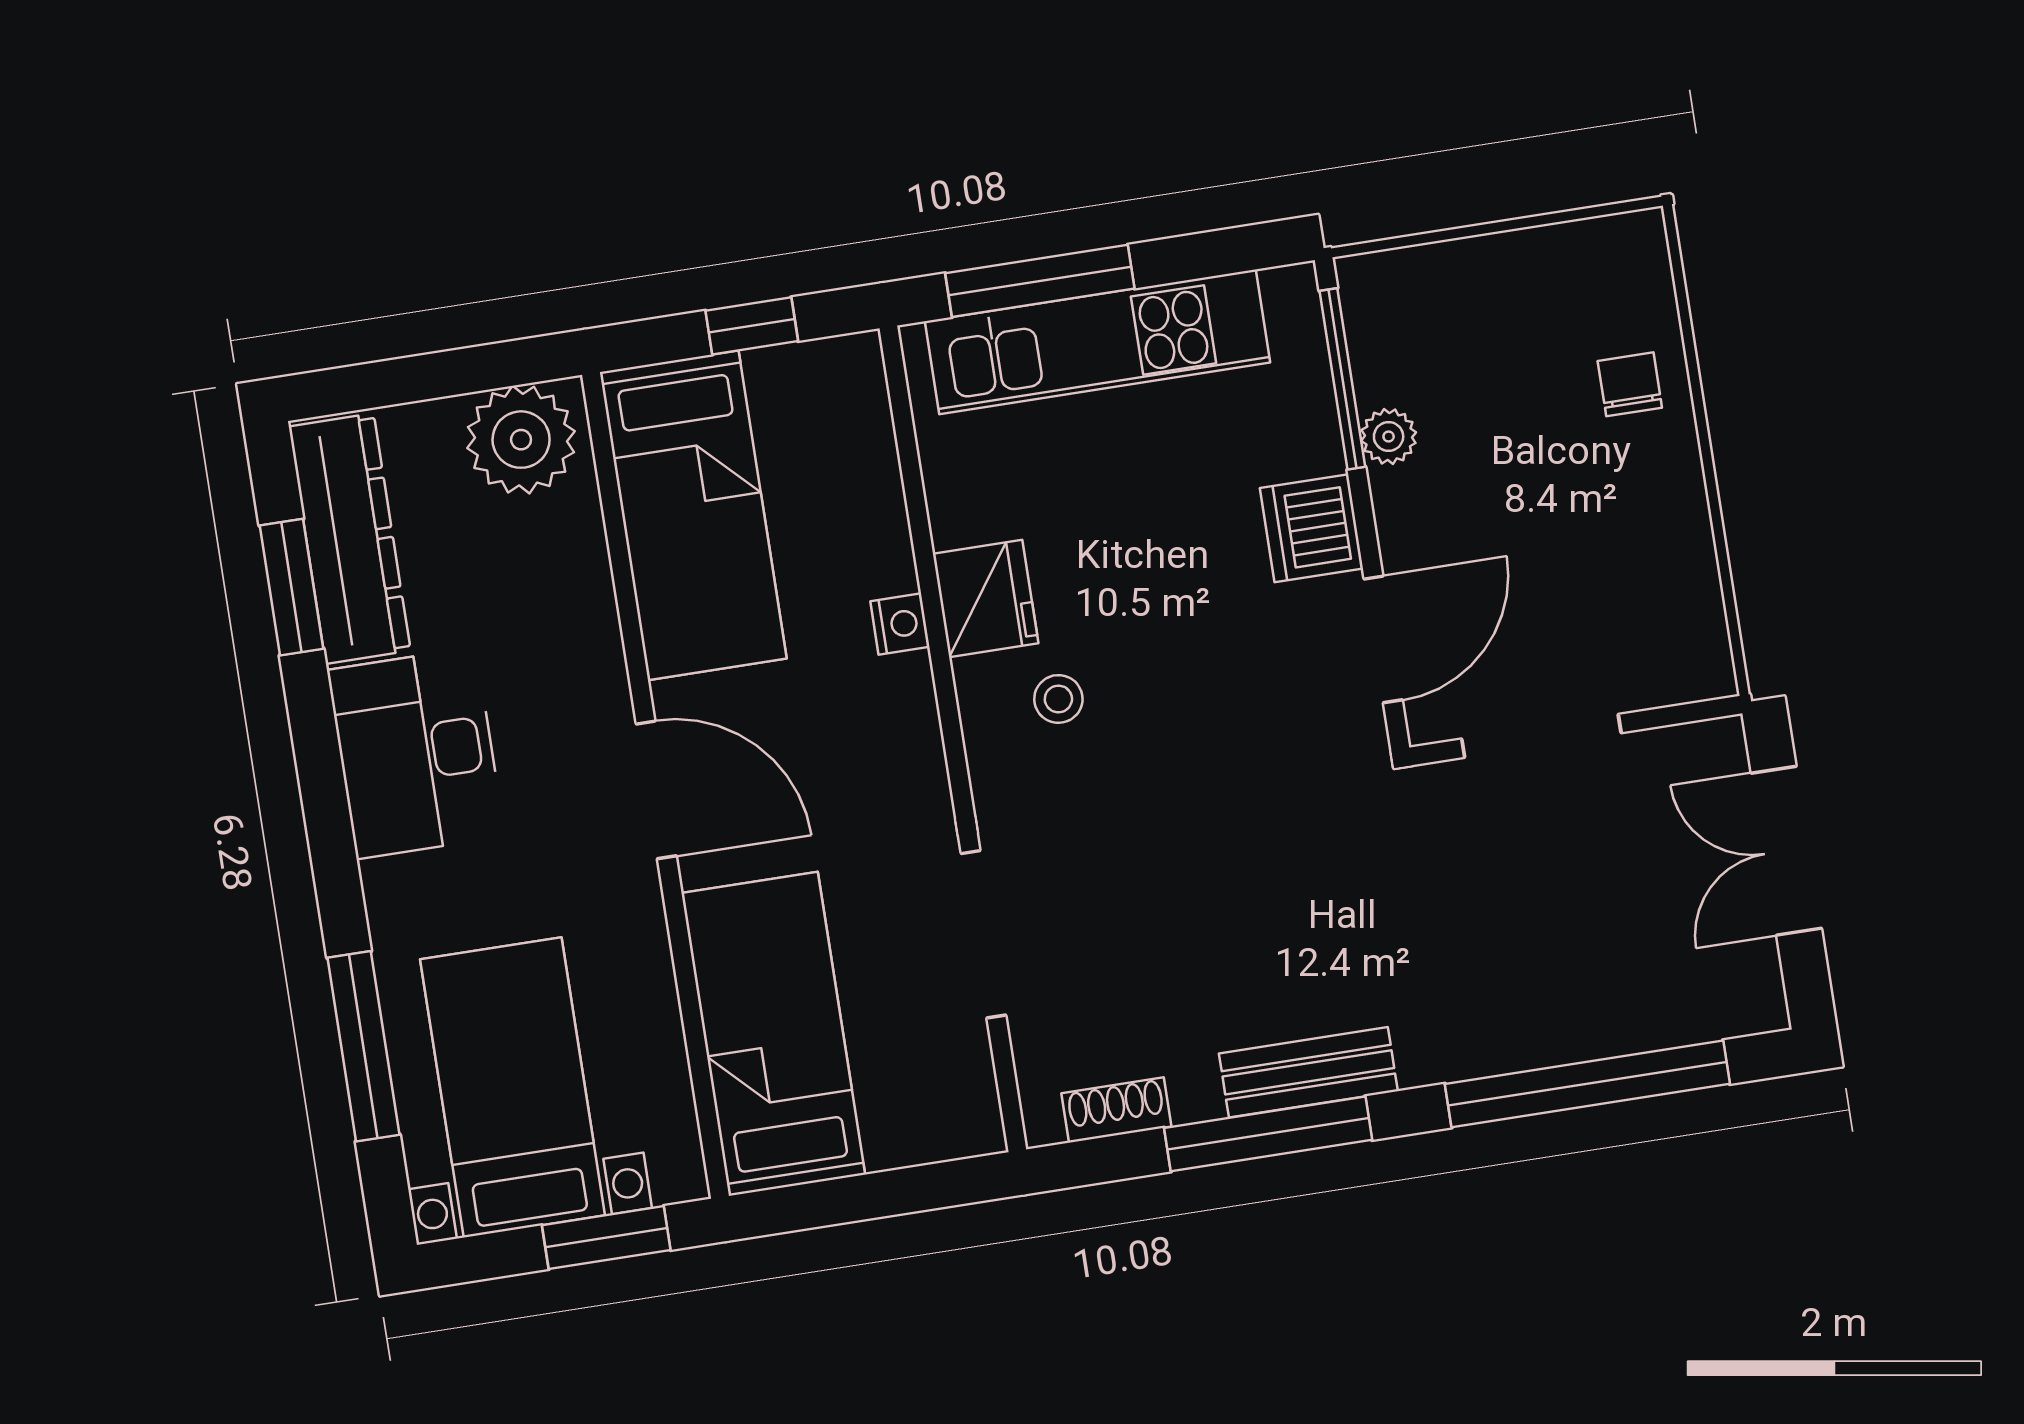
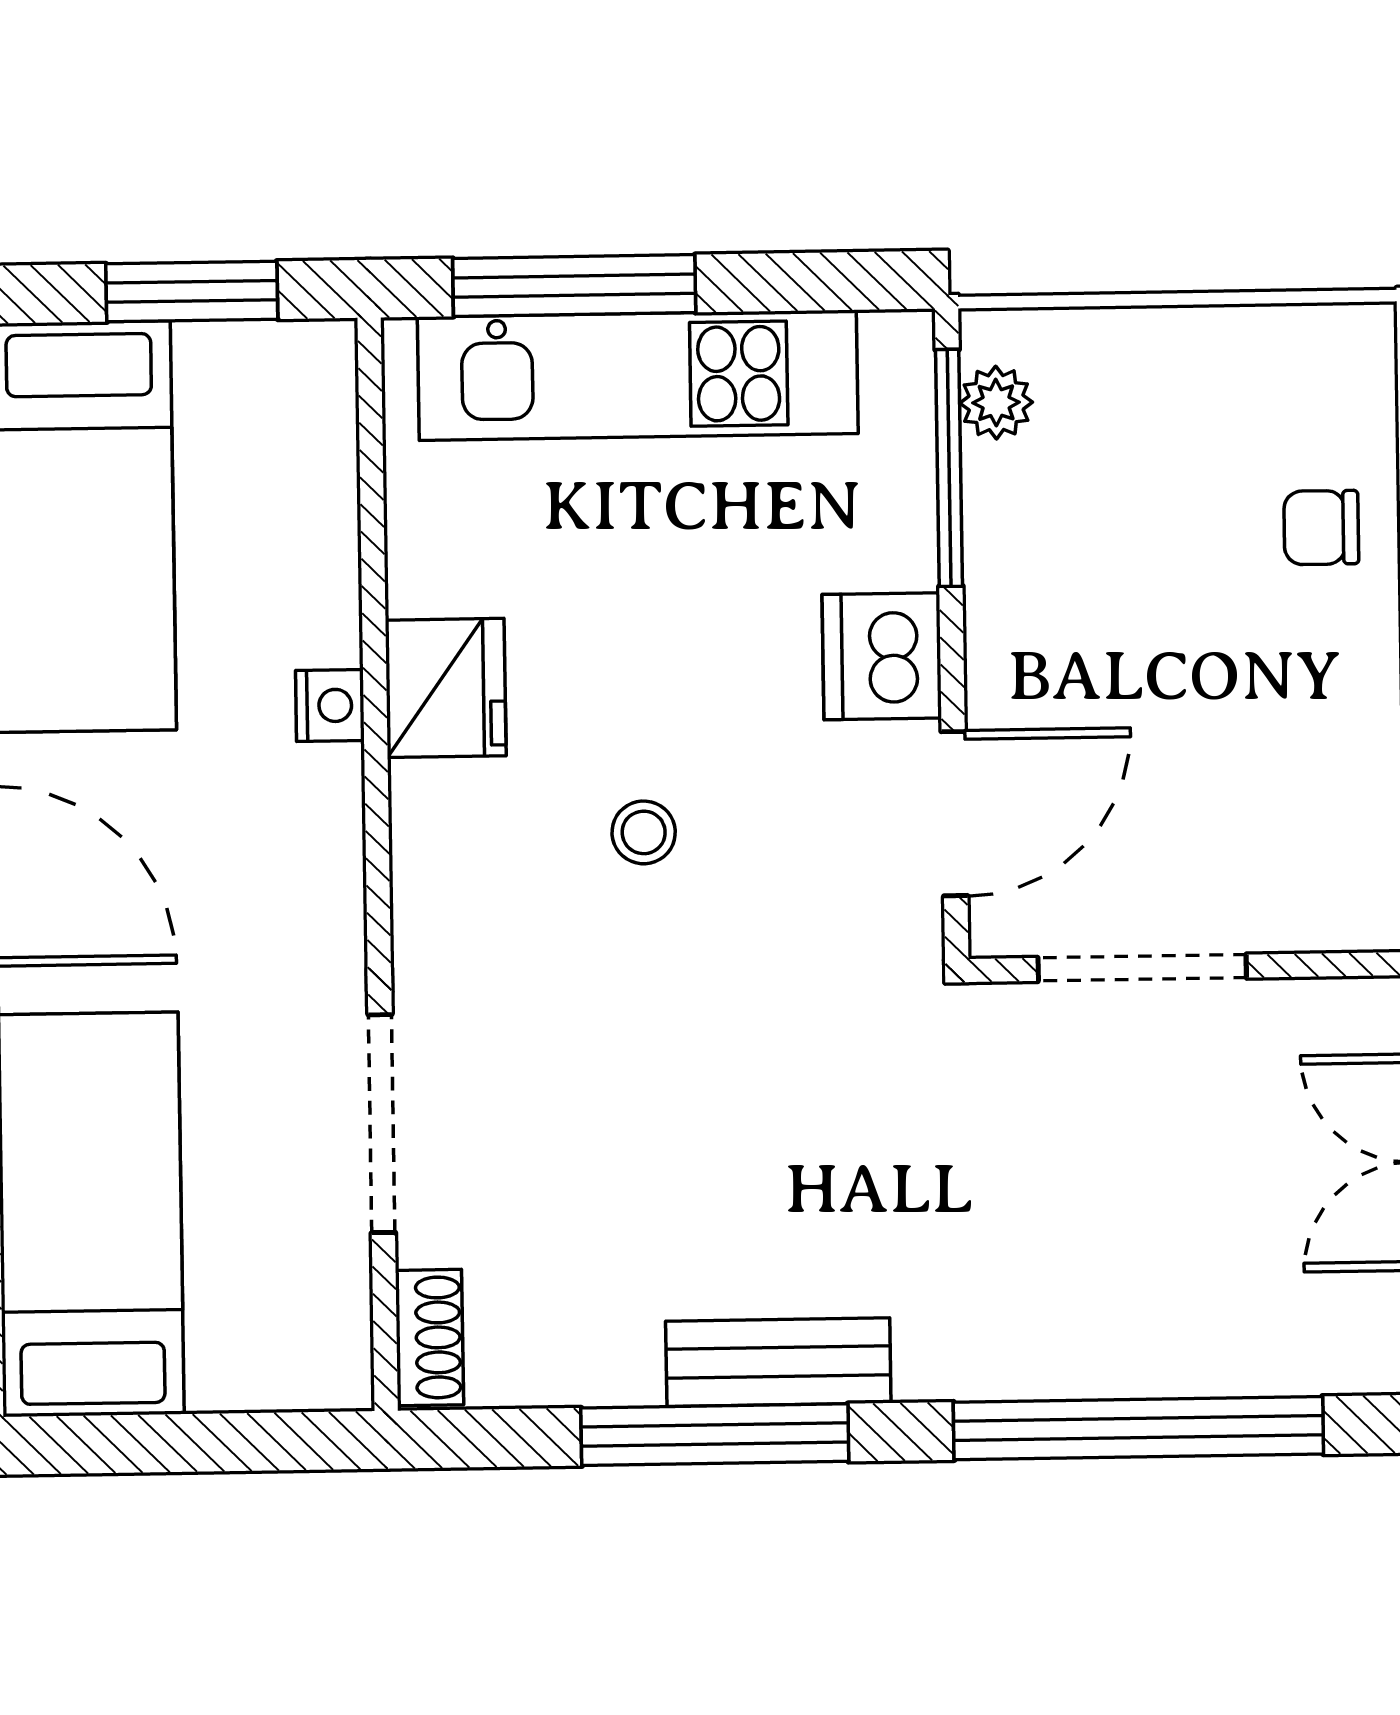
window: (752, 326) -> (192, 291), width x1.50
chair: (1630, 384) -> (1321, 528), turned -90
plant: (1389, 437) -> (996, 403), moved
stool: (1058, 699) -> (644, 832), moved
shoe rack: (1116, 1110) -> (430, 1338), moved, turned 90

